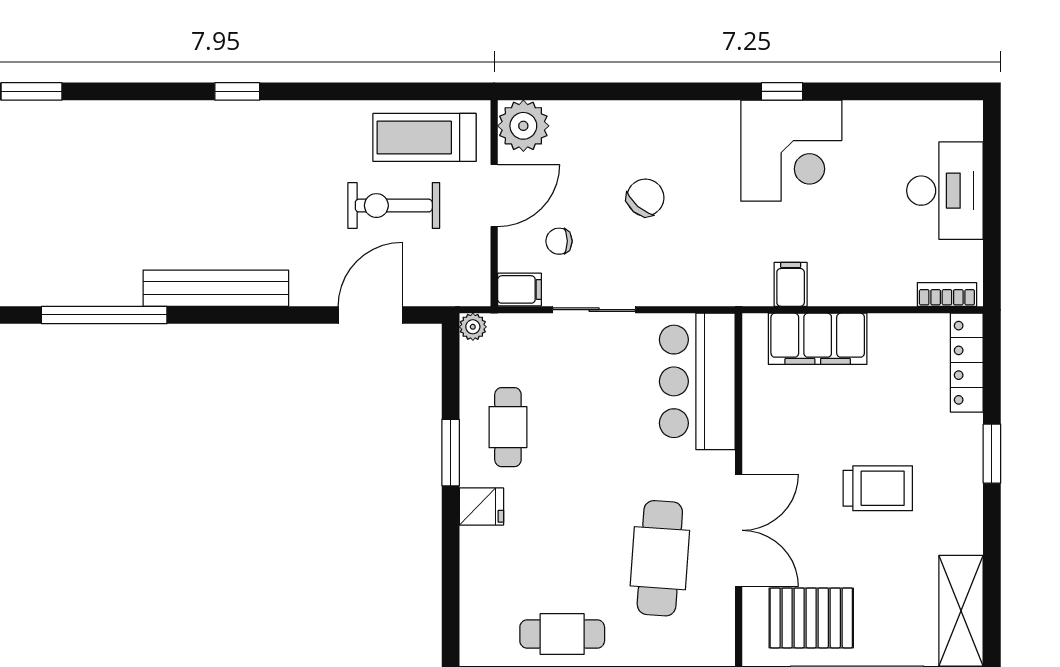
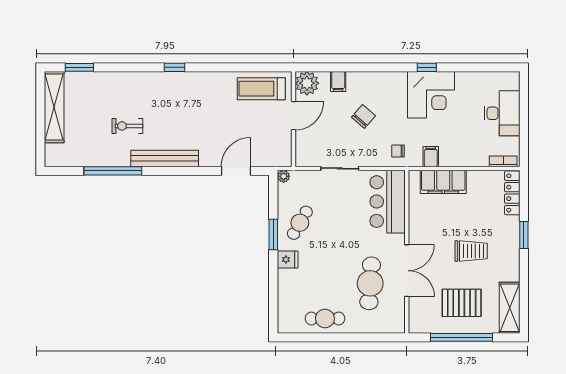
exercise bike: (394, 206) -> (127, 126), moved, width x0.73, depth x0.72
chair: (559, 241) -> (398, 151), moved
filing cabinet: (519, 289) -> (338, 81), moved, turned 90
cafe table: (508, 427) -> (300, 223), turned 30
pallet: (811, 618) -> (462, 303), moved

